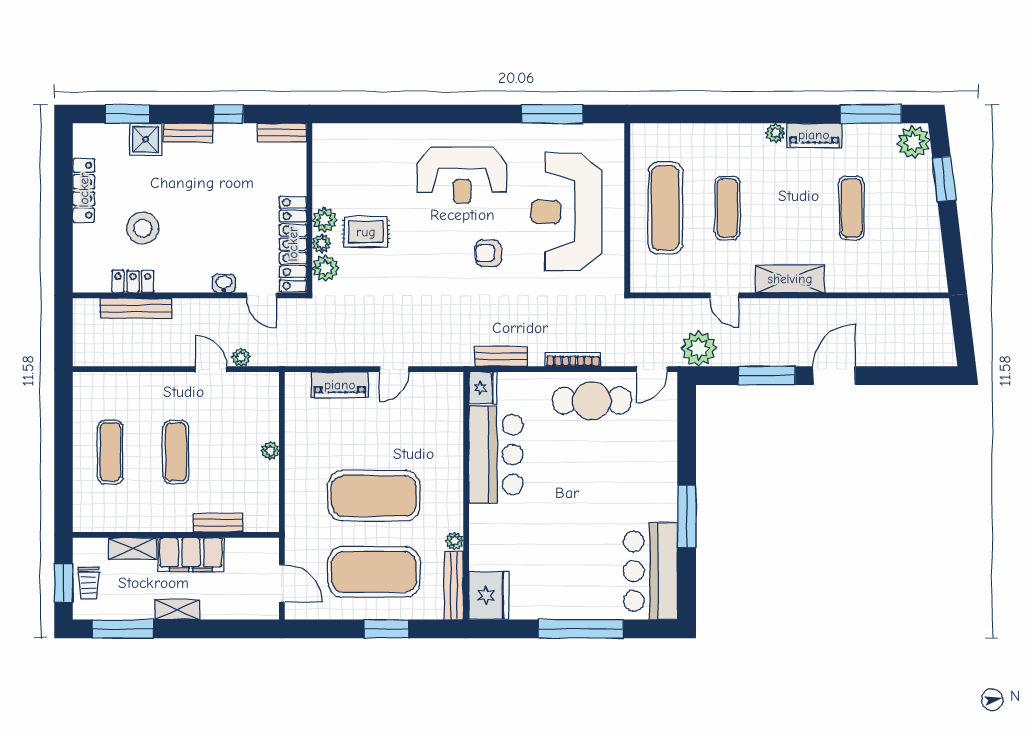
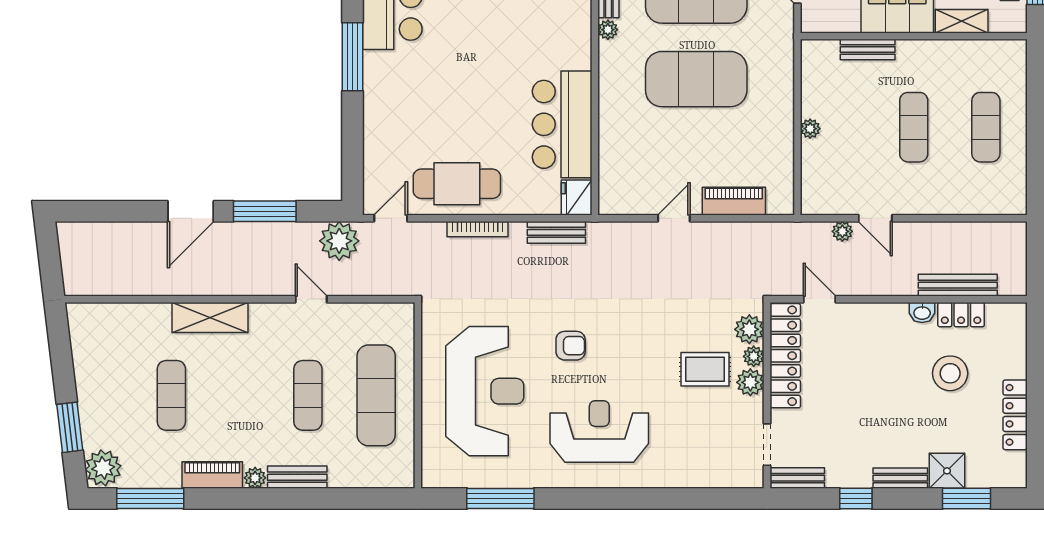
bench: (737, 134) -> (297, 477), added
doorway: (309, 163) -> (767, 445), added
shelving: (790, 279) -> (210, 317), moved
washbasin: (224, 283) -> (922, 312), moved

